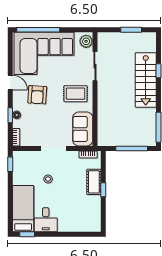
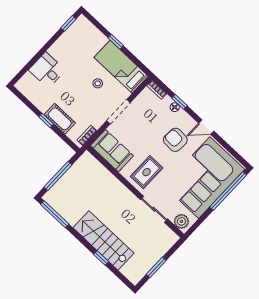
window: (10, 164) -> (116, 42), moved
bed: (23, 209) -> (121, 67), moved, turned 180
desk: (46, 220) -> (47, 70), moved

